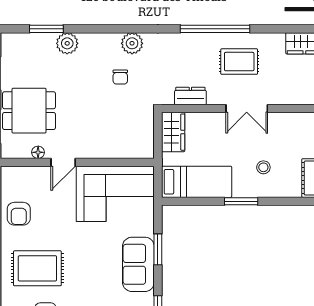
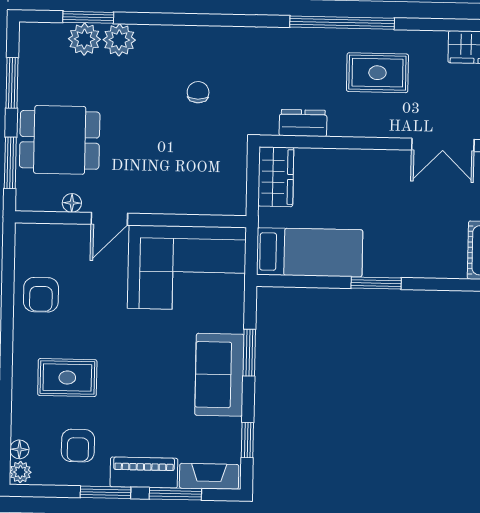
plant: (132, 43) -> (84, 39), moved
chair: (120, 77) -> (198, 92), turned 180
double door: (247, 109) -> (443, 145), moved
stool: (263, 167) -> (411, 233), removed
rug: (37, 268) -> (67, 378), width x0.73, depth x0.70

